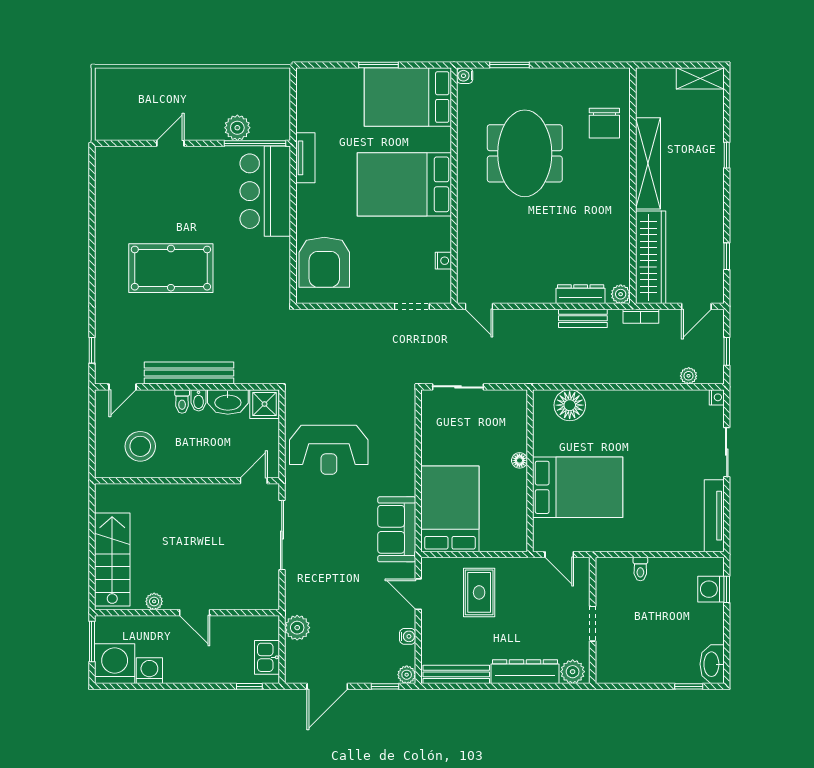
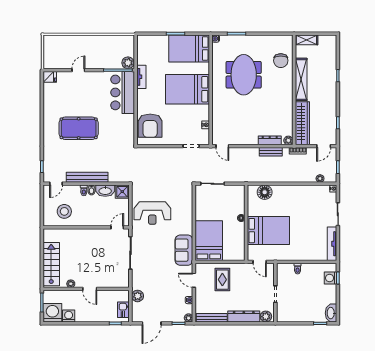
shelving: (700, 78) -> (306, 40), moved
plant: (237, 128) -> (128, 63), moved
fridge: (109, 158) -> (50, 77), added

